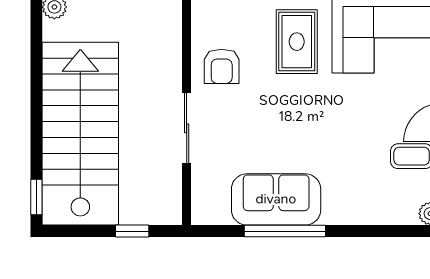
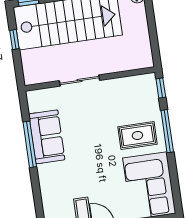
armchair: (222, 66) -> (117, 95), removed
window: (132, 231) -> (14, 39), moved

